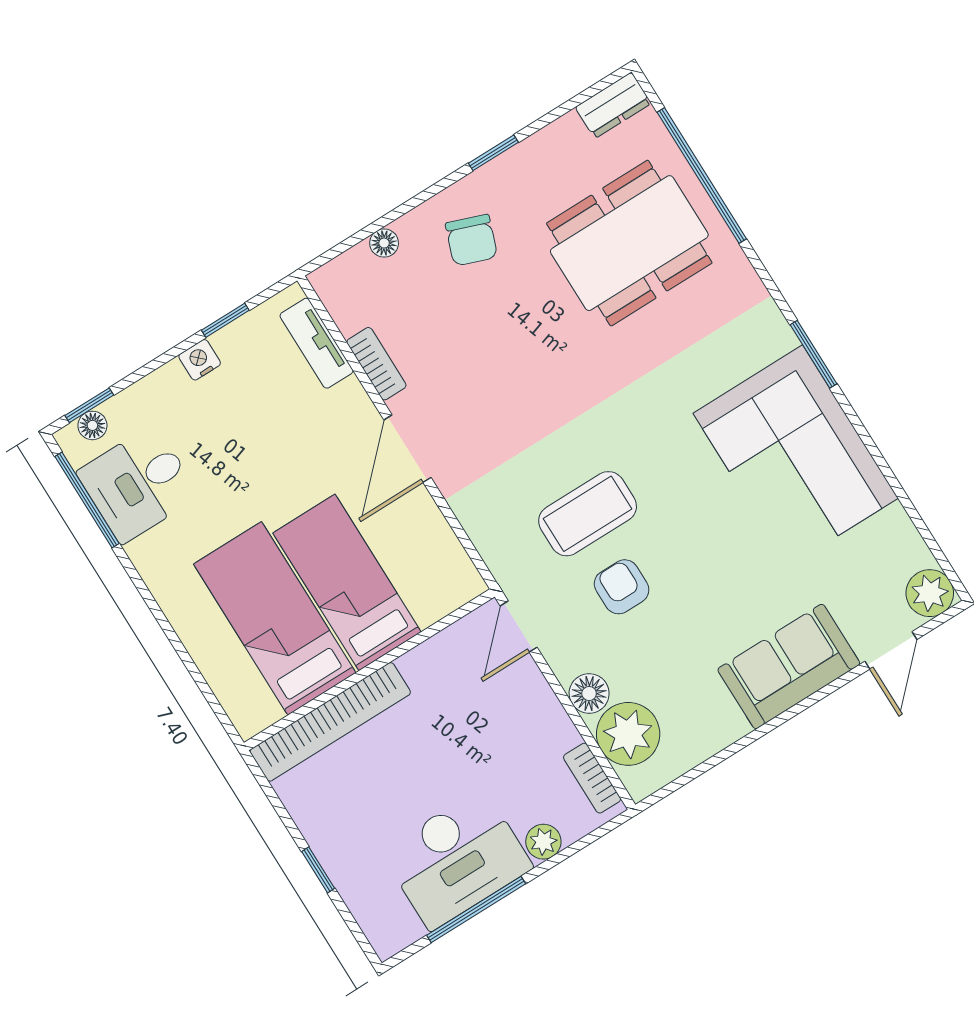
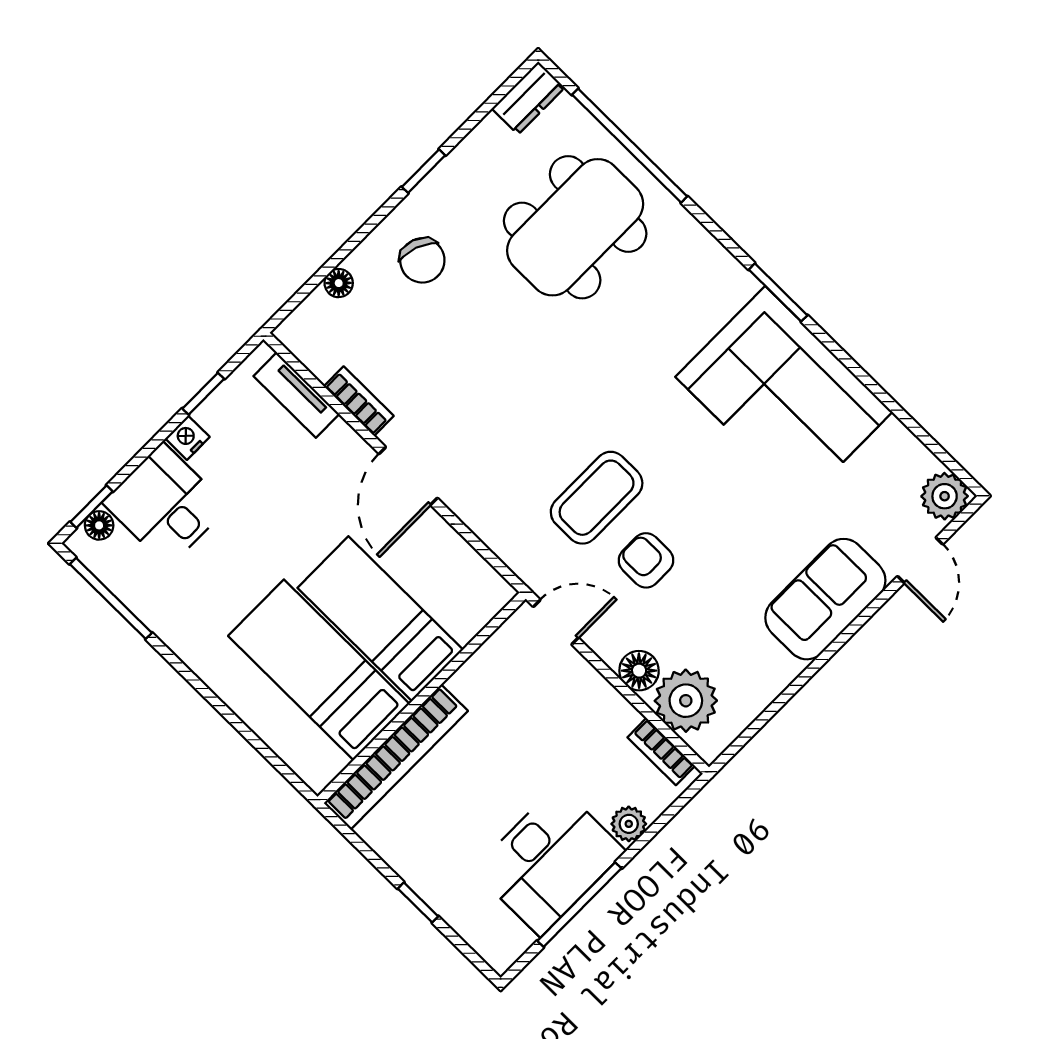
desk: (138, 484) -> (165, 505), moved, turned 90
door: (519, 627) -> (556, 622), swing flipped

